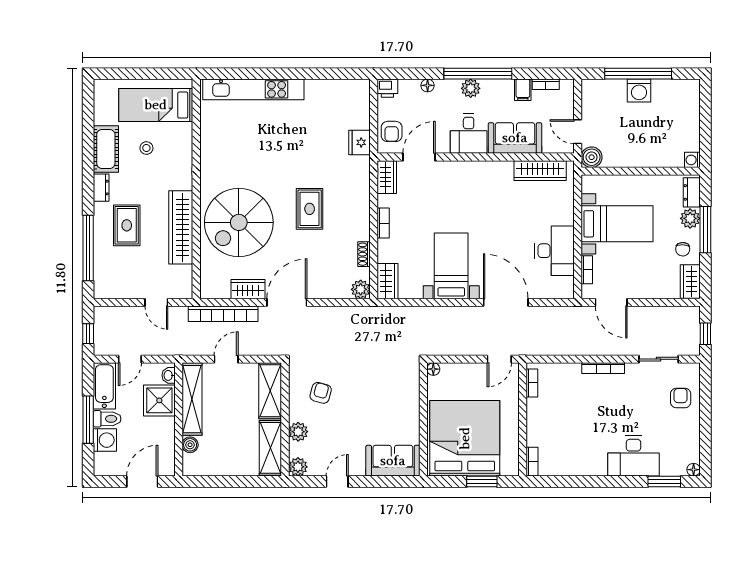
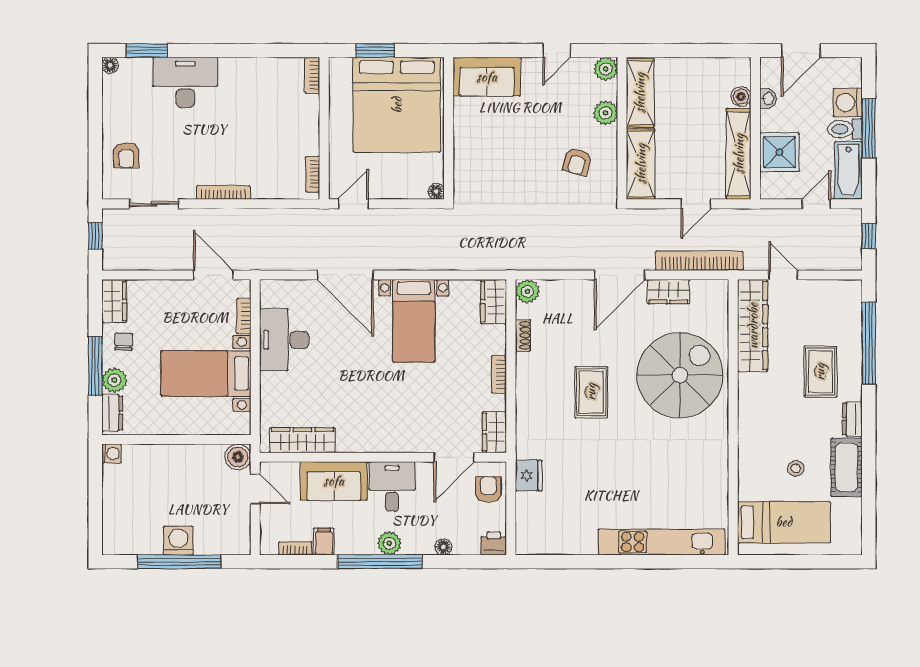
wardrobe: (181, 227) -> (753, 326), moved
washbasin: (169, 375) -> (768, 99), moved

